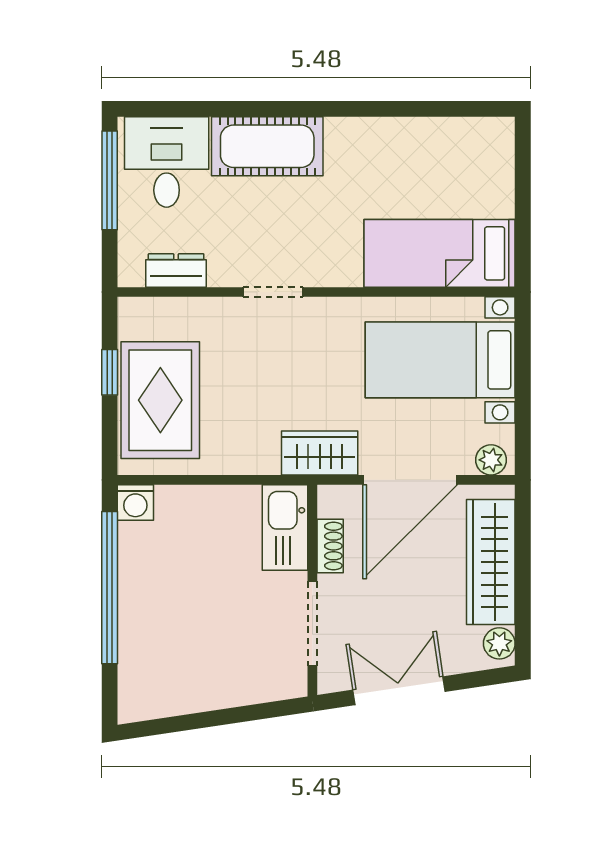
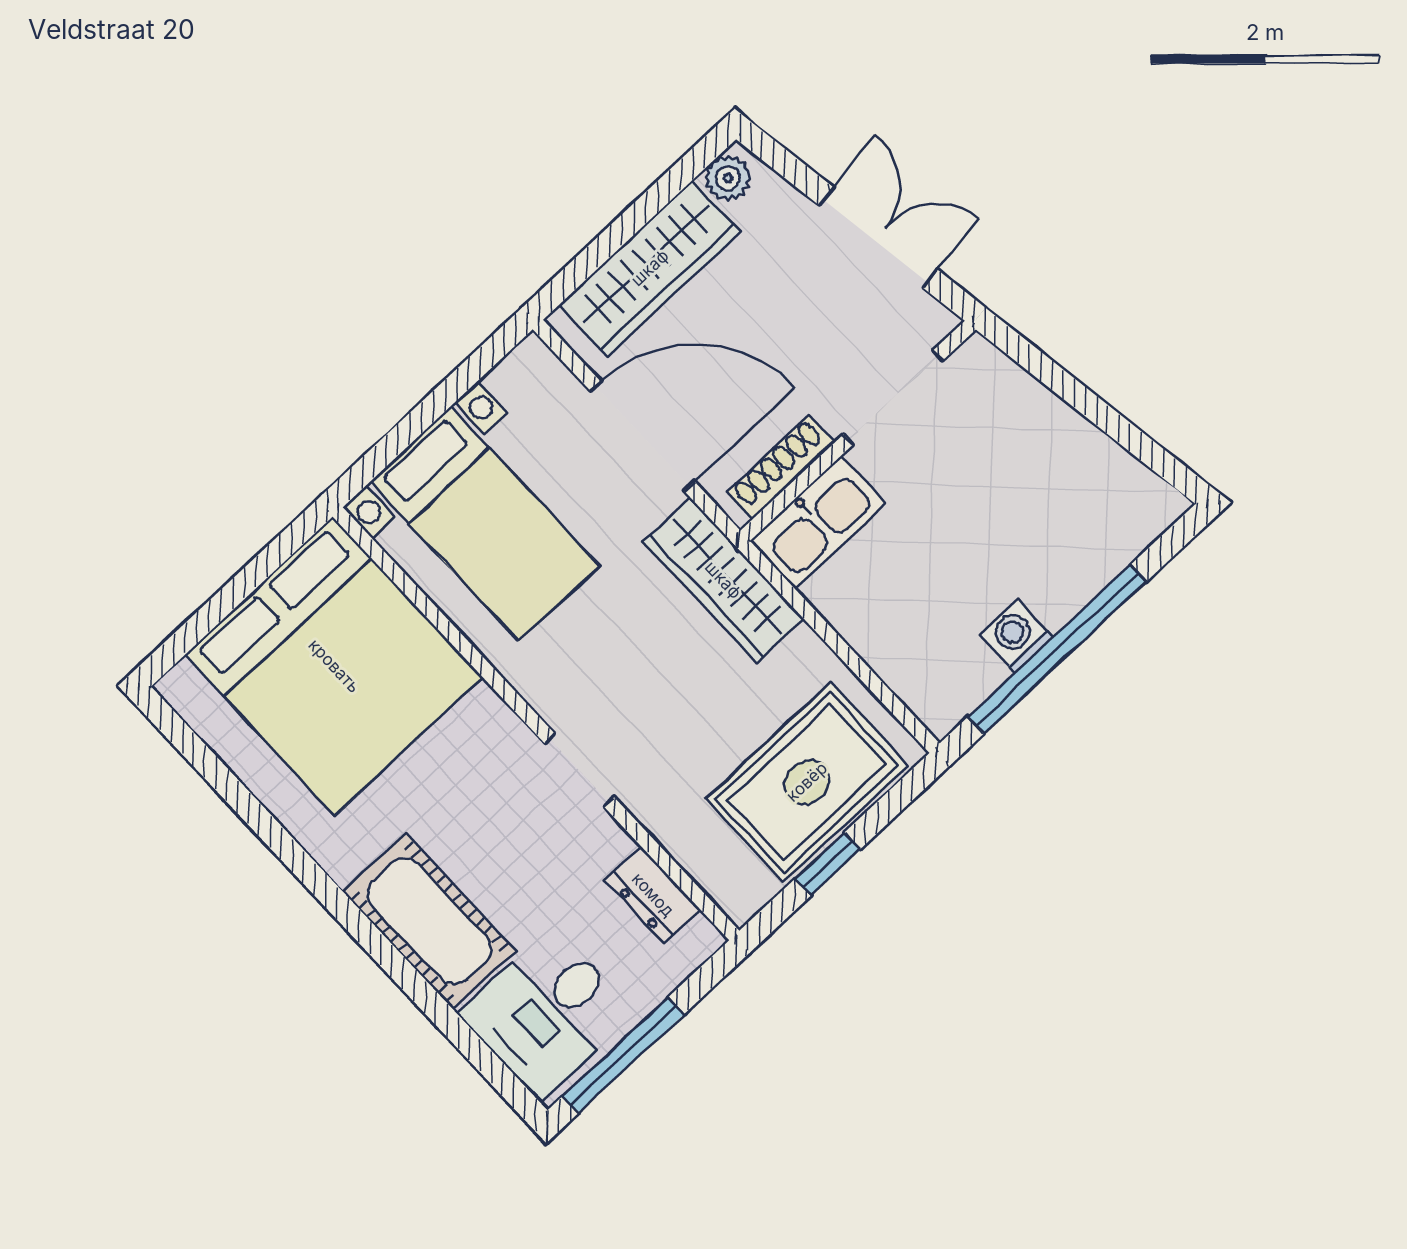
bed: (440, 253) -> (334, 666), width x2.04
wardrobe: (320, 453) -> (723, 580), width x1.50
plant: (491, 460) -> (541, 370), removed
washing machine: (135, 502) -> (1016, 636), moved, turned -90
shoe rack: (330, 546) -> (781, 467), width x1.43
double door: (399, 691) -> (879, 238), swing flipped

